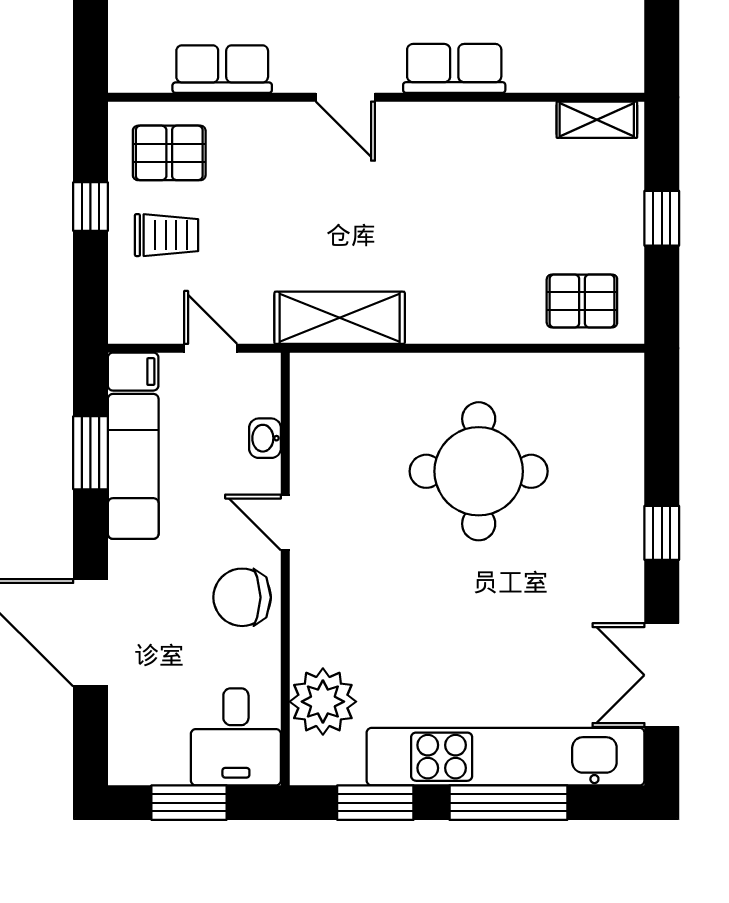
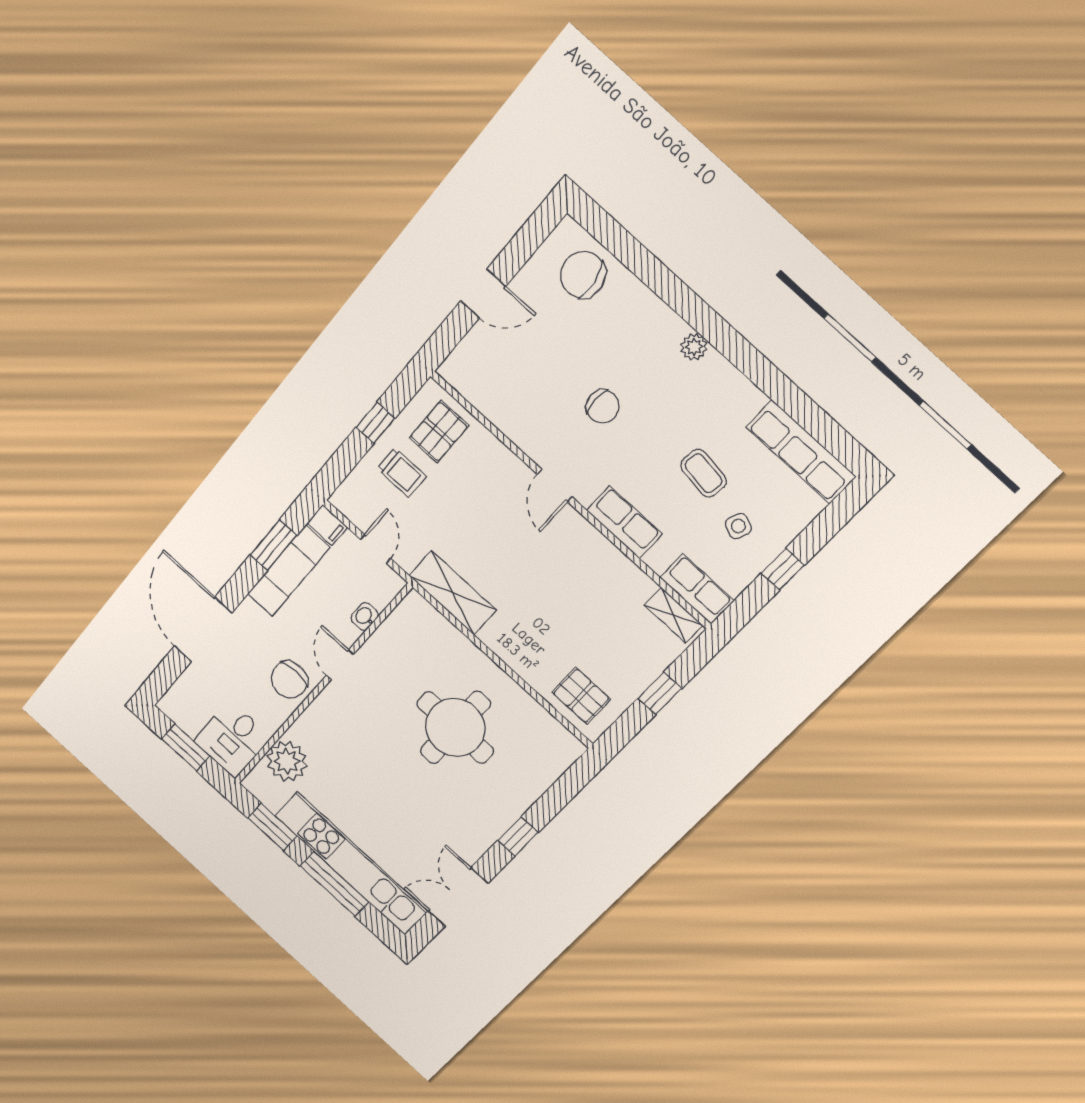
row of seats: (222, 69) -> (697, 589), moved
pallet: (169, 153) -> (439, 432), turned 90
chair: (242, 597) -> (289, 680), turned -90

